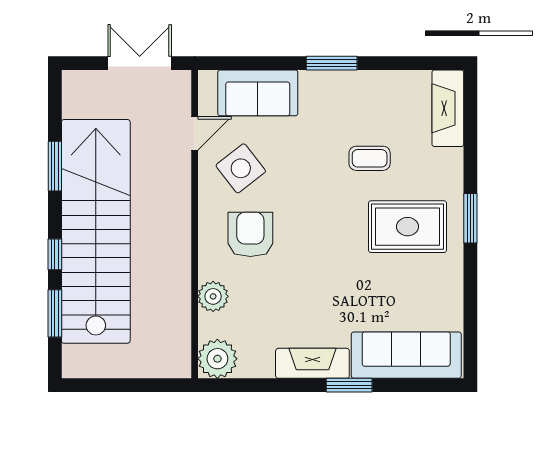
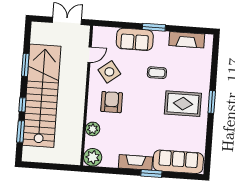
sofa: (258, 93) -> (135, 39), moved
fireplace: (448, 108) -> (187, 40), moved, turned -90
coffee table: (370, 158) -> (157, 73), moved

